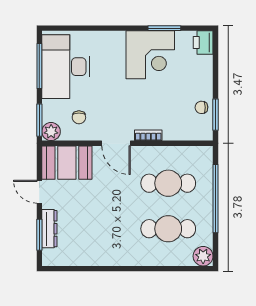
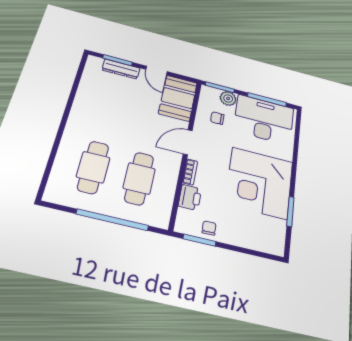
printer: (203, 43) -> (190, 197), moved, turned 90
corner desk: (150, 55) -> (259, 183), width x1.36, depth x1.36
plant: (51, 132) -> (228, 98), moved
door: (39, 192) -> (156, 70), swing flipped
plant: (203, 256) -> (55, 193), removed

